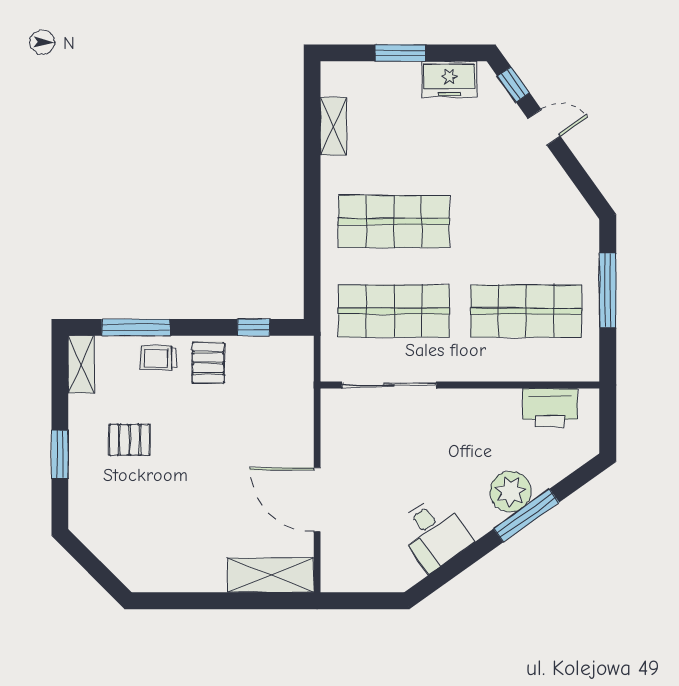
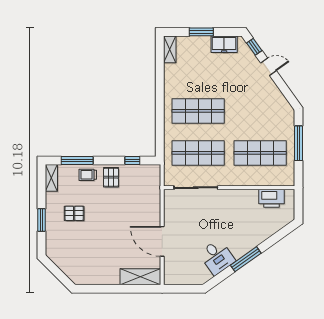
shelving: (334, 126) -> (170, 49), moved
plant: (510, 492) -> (253, 238), removed
window: (526, 516) -> (246, 259), moved

